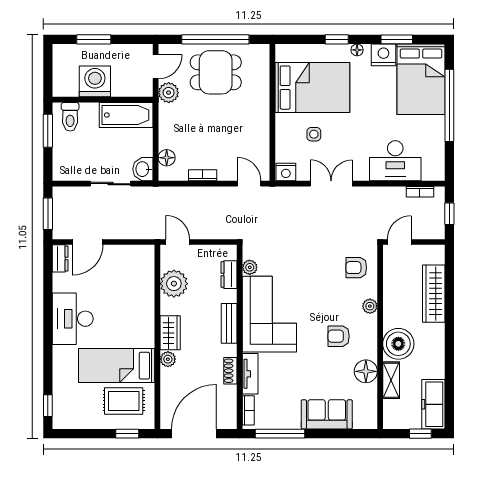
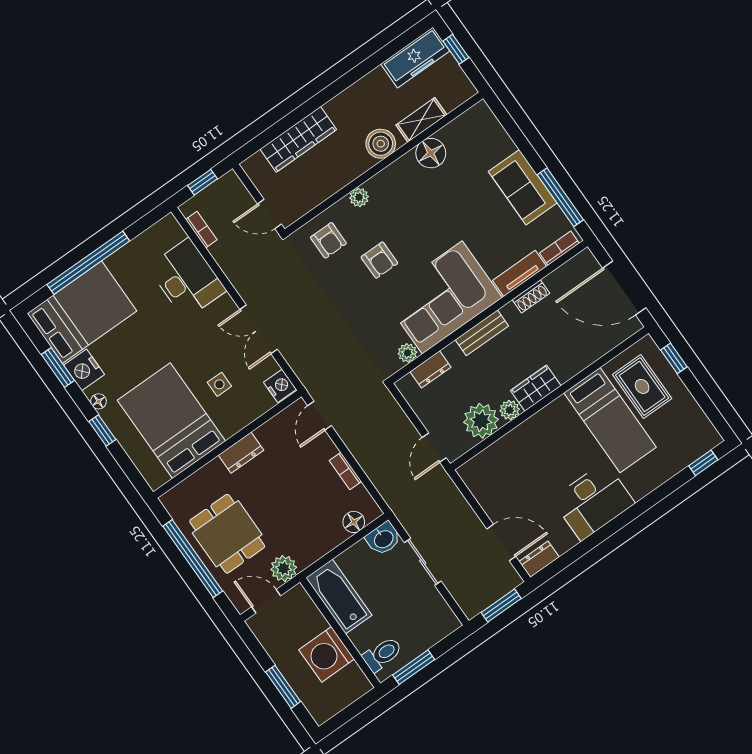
dresser: (261, 117) -> (241, 453), added
armchair: (339, 336) -> (379, 260), moved
boiler: (398, 344) -> (381, 144), width x0.73, depth x0.73
plant: (168, 359) -> (510, 410), moved
sofa: (327, 414) -> (523, 187), moved

